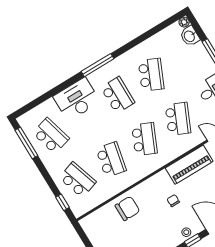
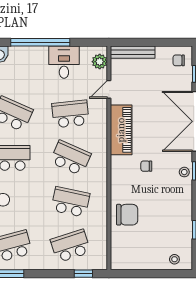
school desk: (178, 119) -> (70, 114), turned -30
chair: (127, 208) -> (127, 215), turned 90

